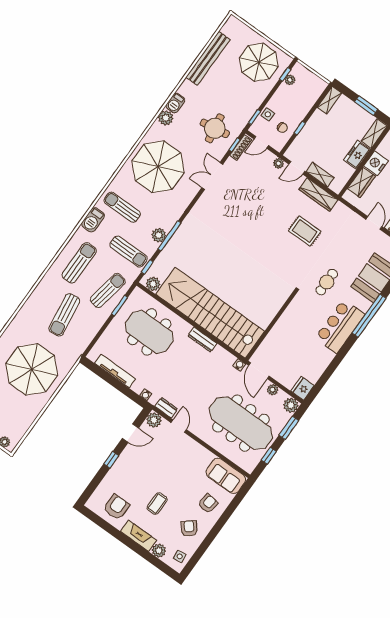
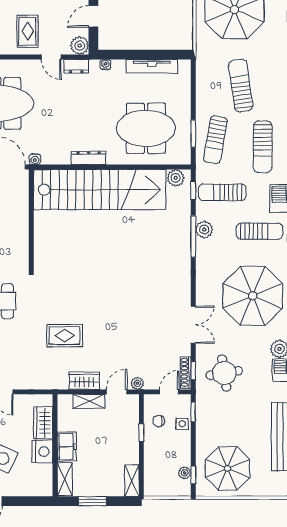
wardrobe: (318, 195) -> (84, 381), width x0.67
rug: (182, 455) -> (28, 31), added

